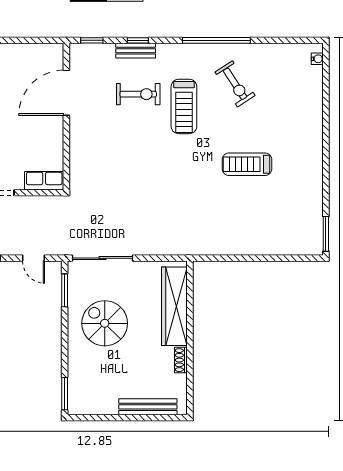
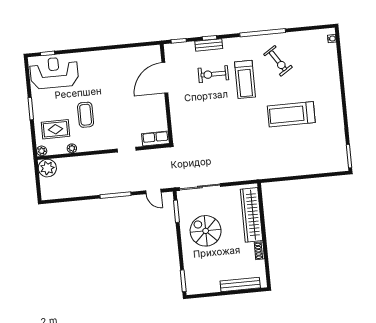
exercise bike: (138, 94) -> (213, 74), turned 180
treadmill: (247, 164) -> (291, 114), width x1.37, depth x1.37

